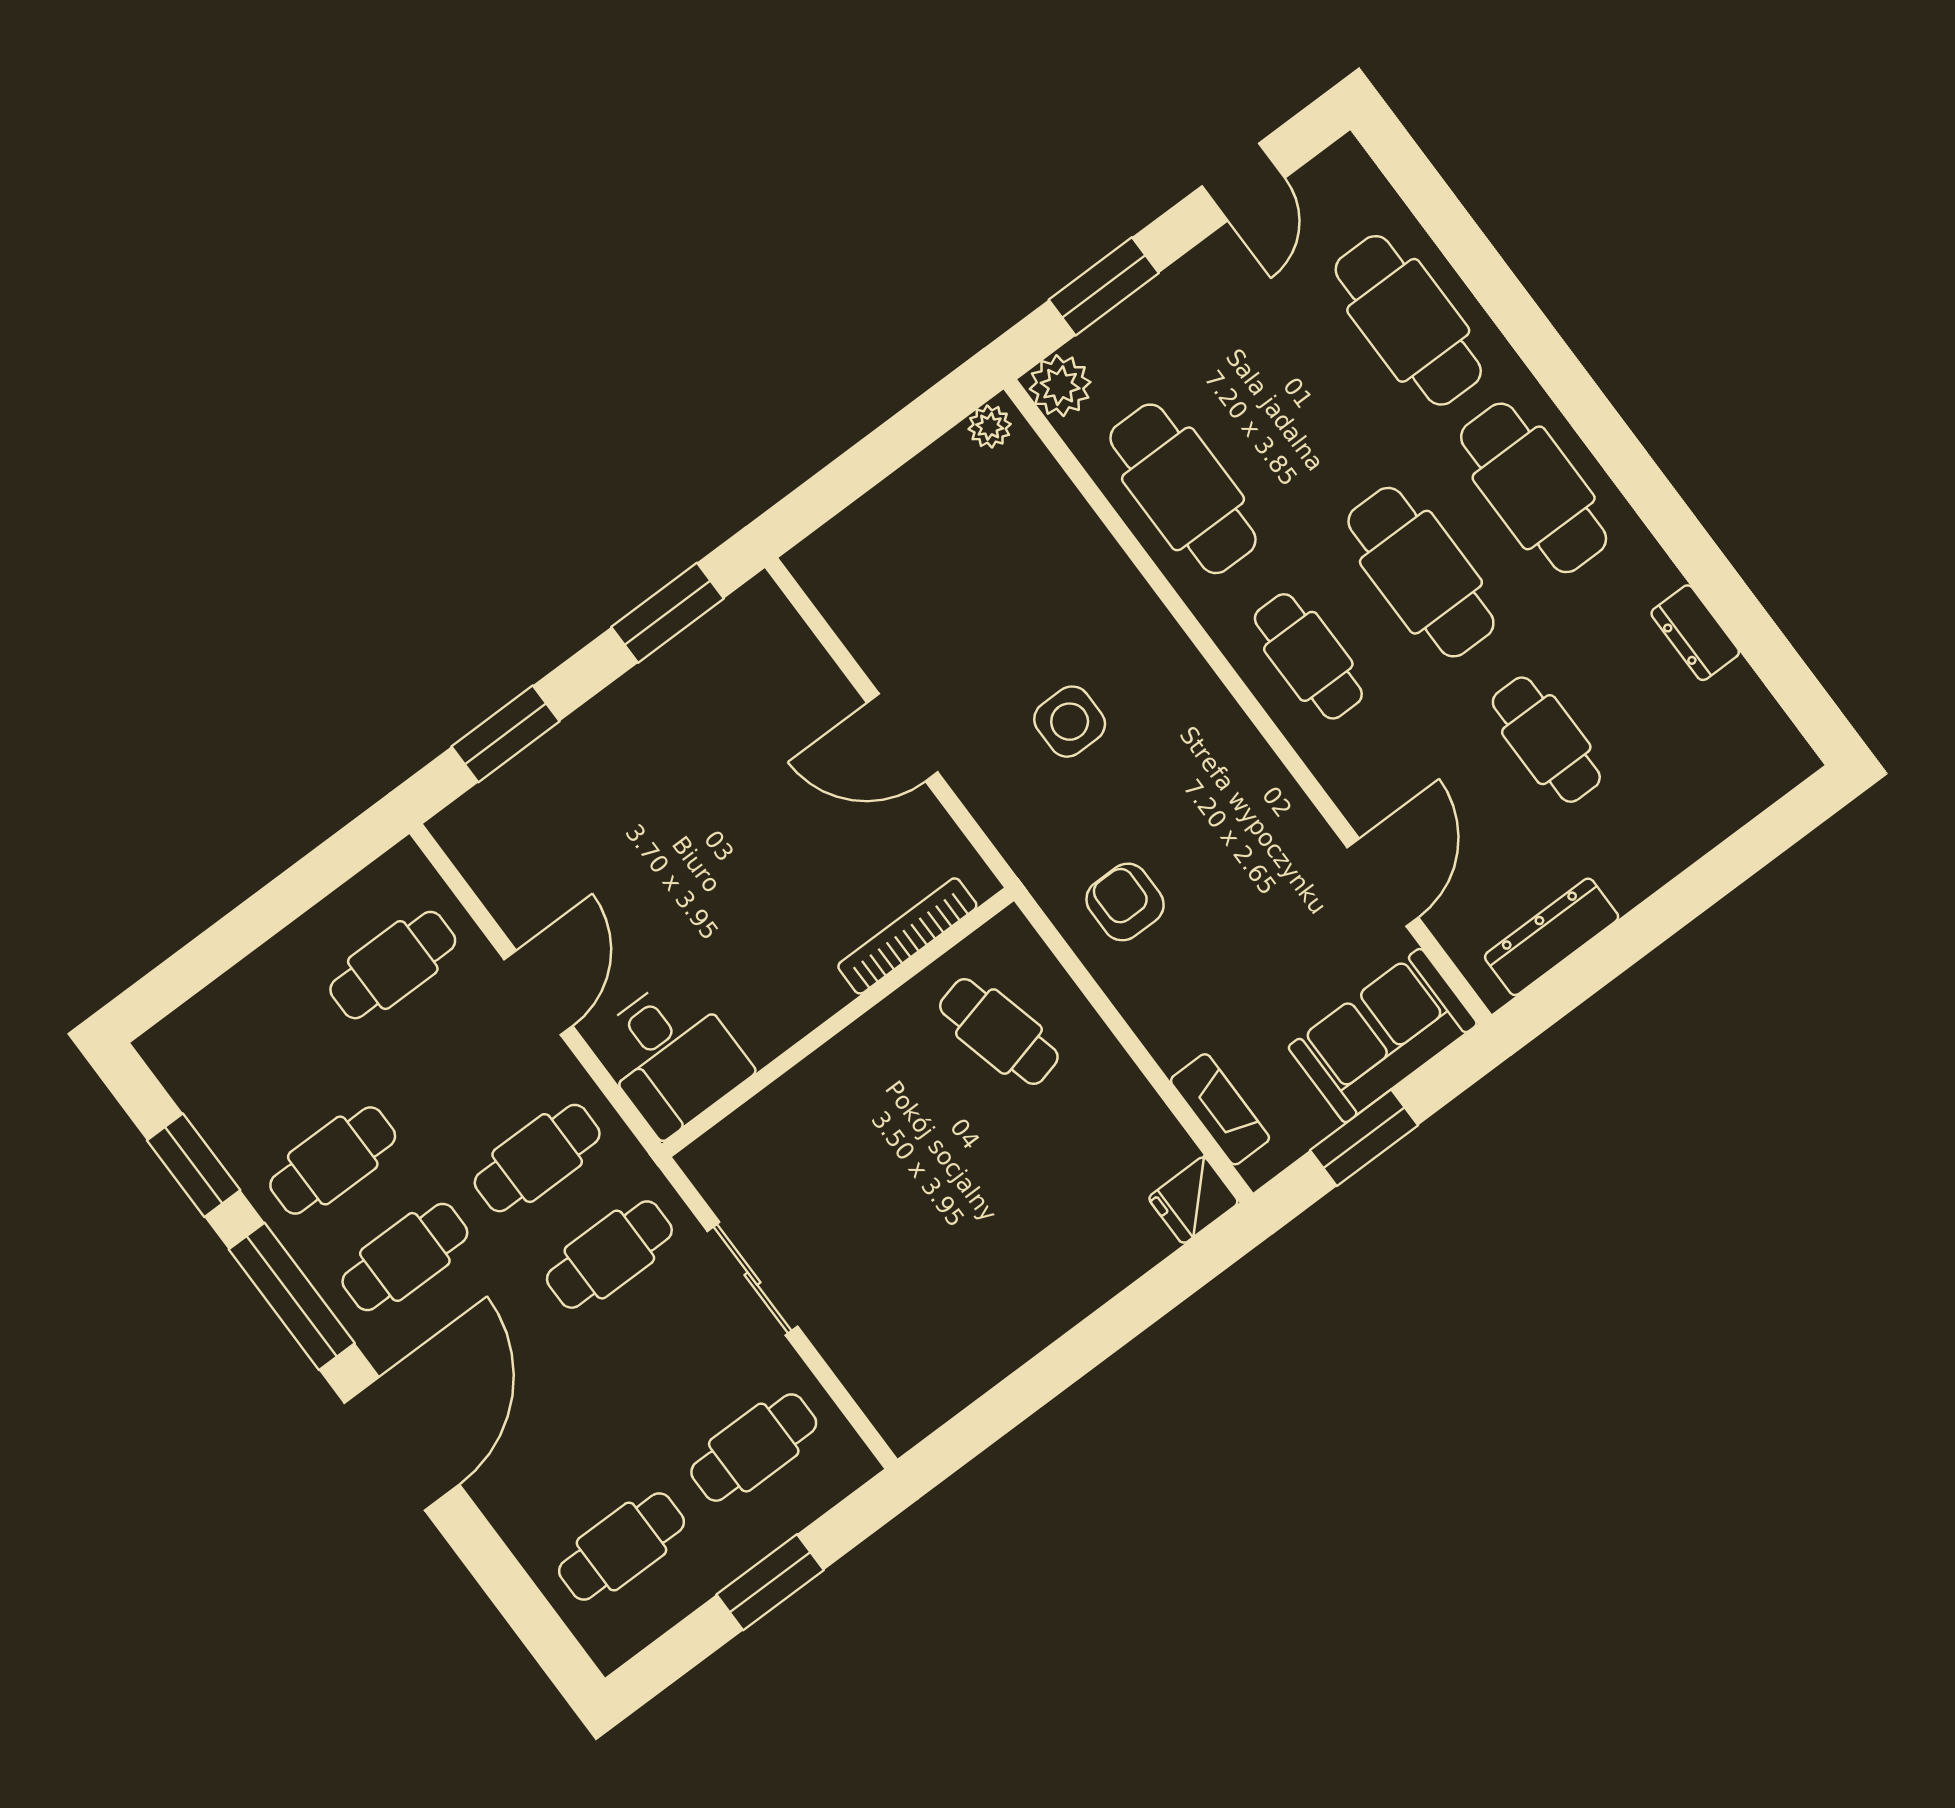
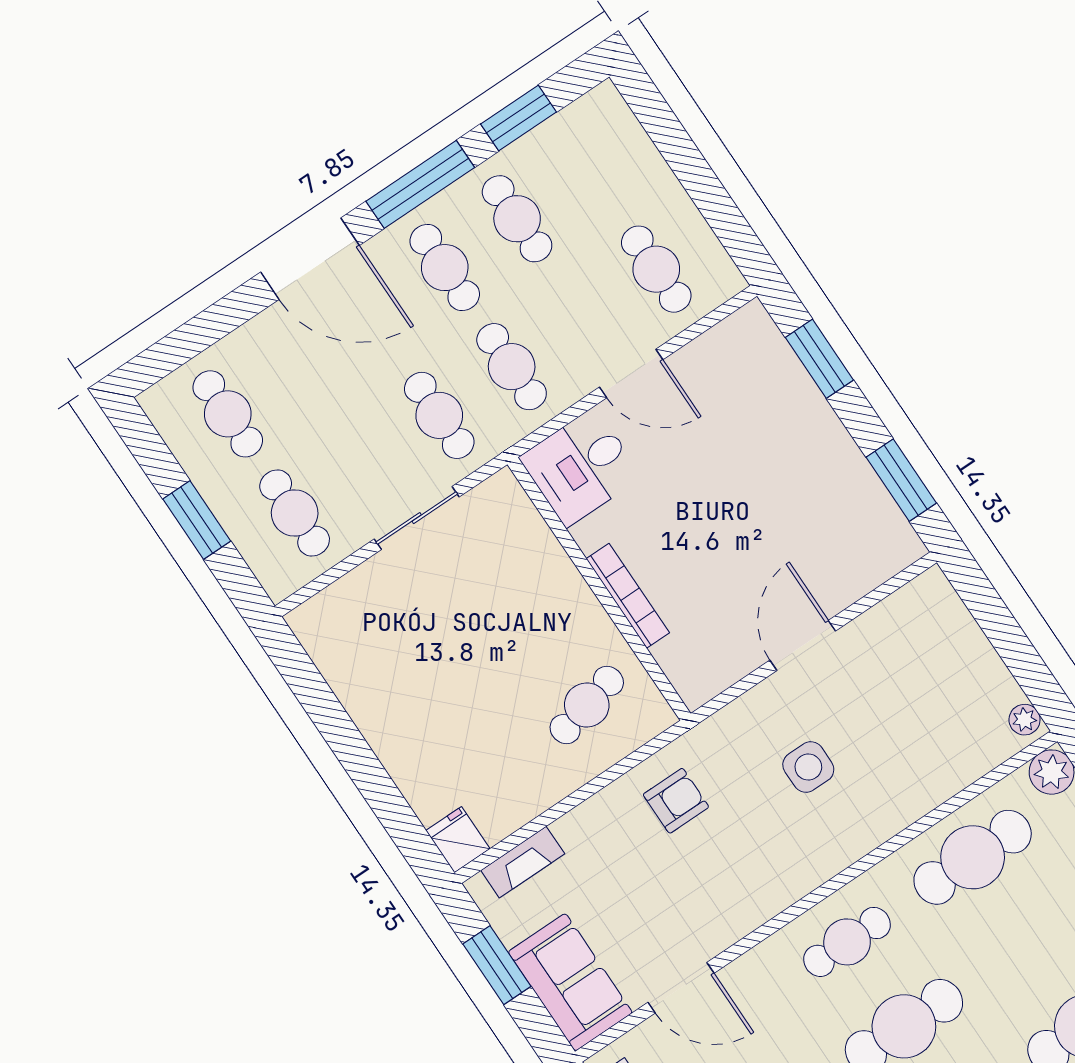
bookcase: (907, 936) -> (628, 596), moved

